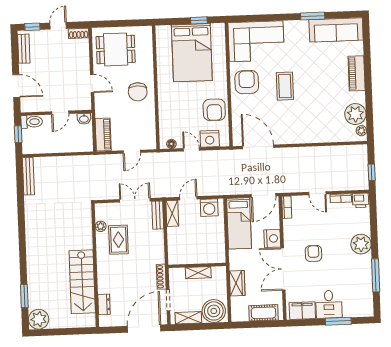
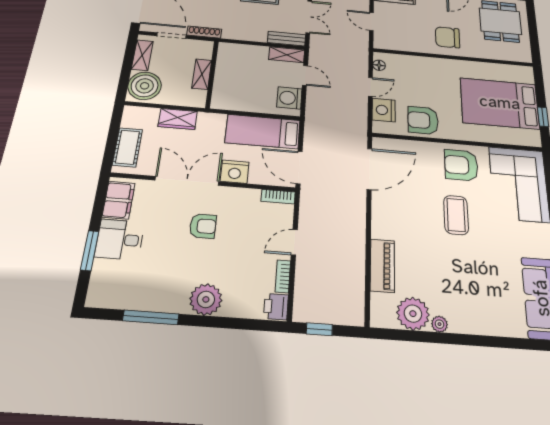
piano: (357, 73) -> (382, 266), moved, turned 90
armchair: (247, 82) -> (461, 165), turned 180
coffee table: (285, 86) -> (456, 215), turned 90
plant: (361, 131) -> (439, 324), moved

